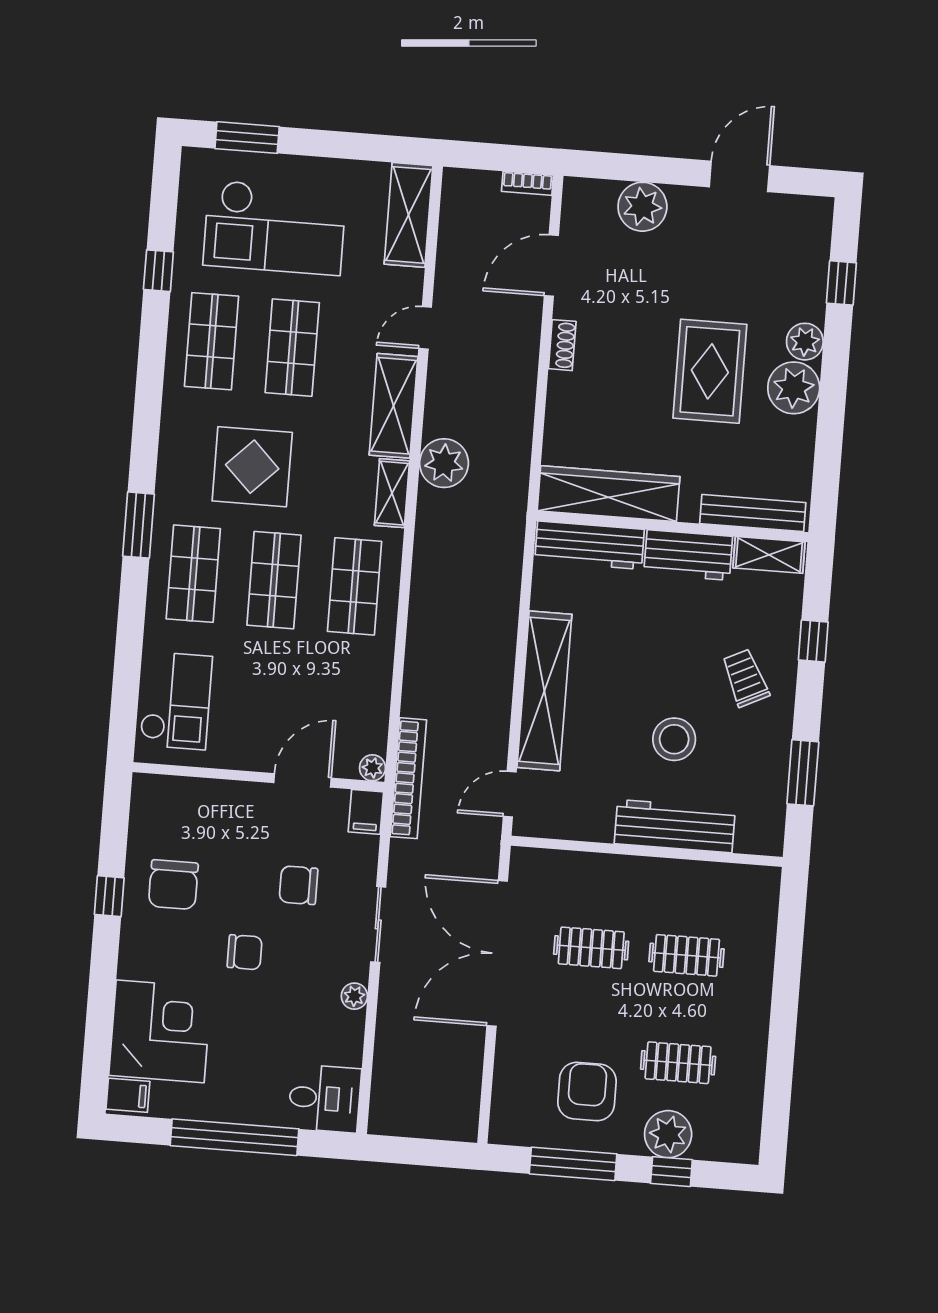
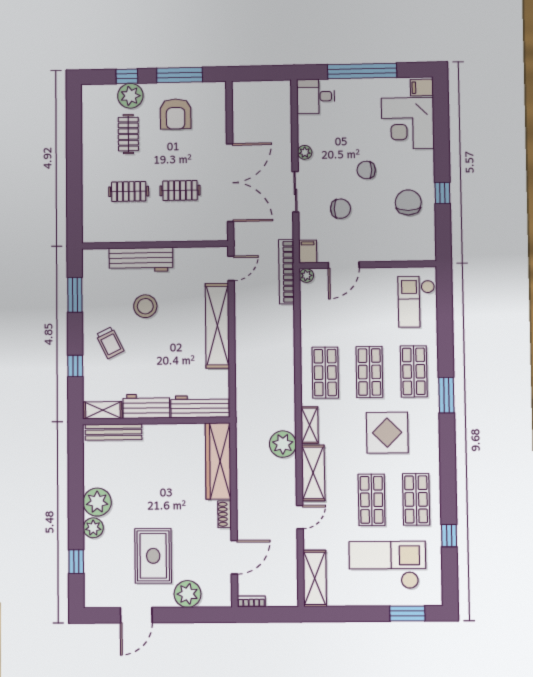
rug: (710, 371) -> (153, 556), moved
wardrobe: (609, 494) -> (218, 461), moved, turned 90
clothes rail: (678, 1063) -> (128, 134), turned 90

